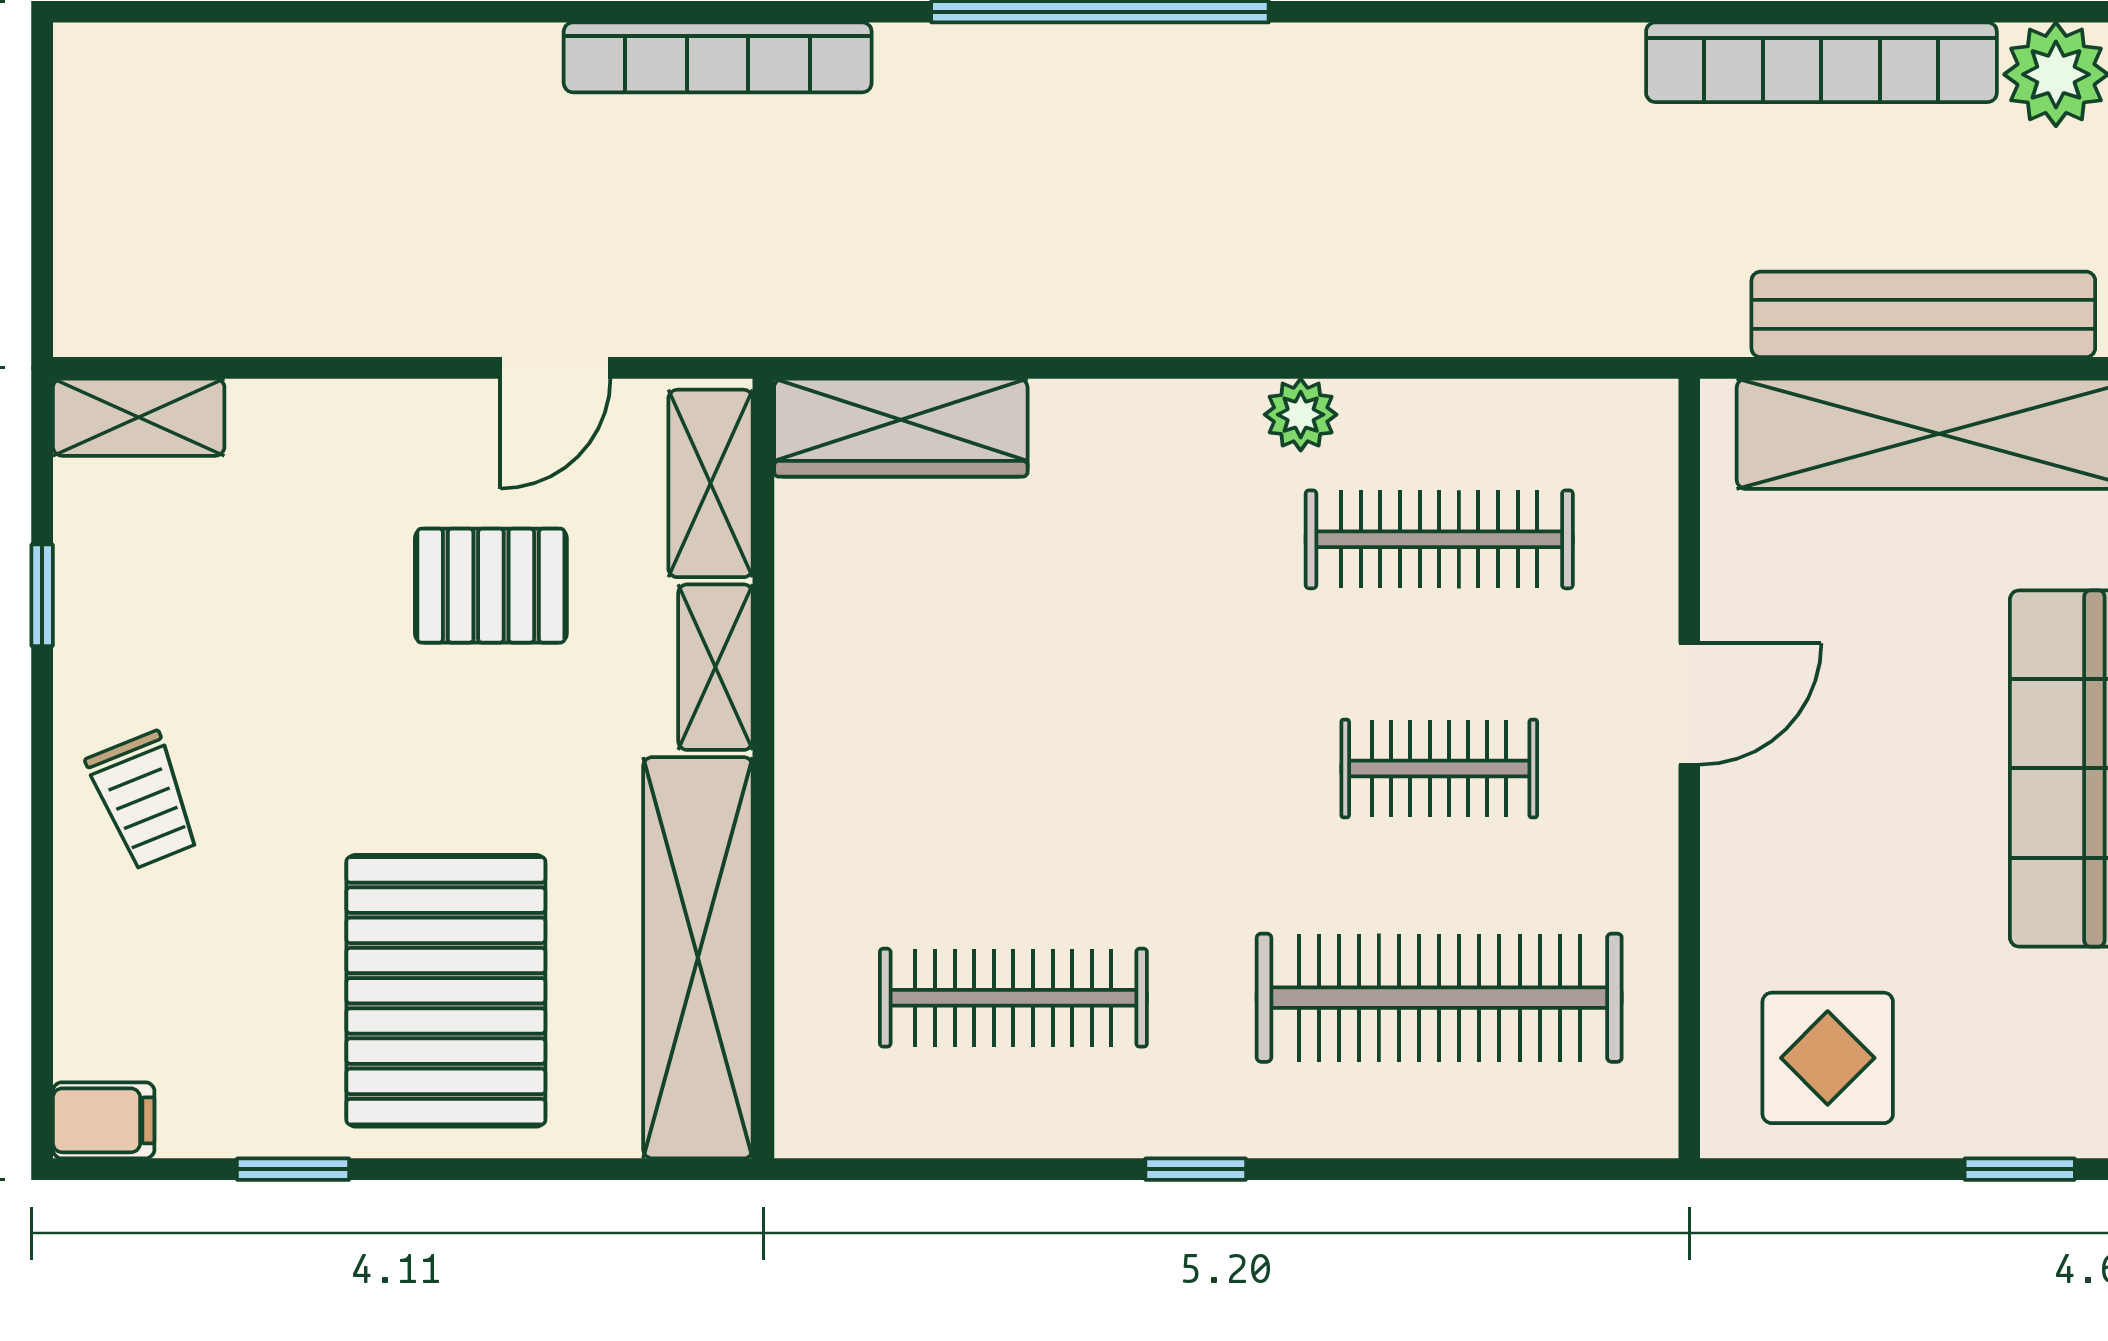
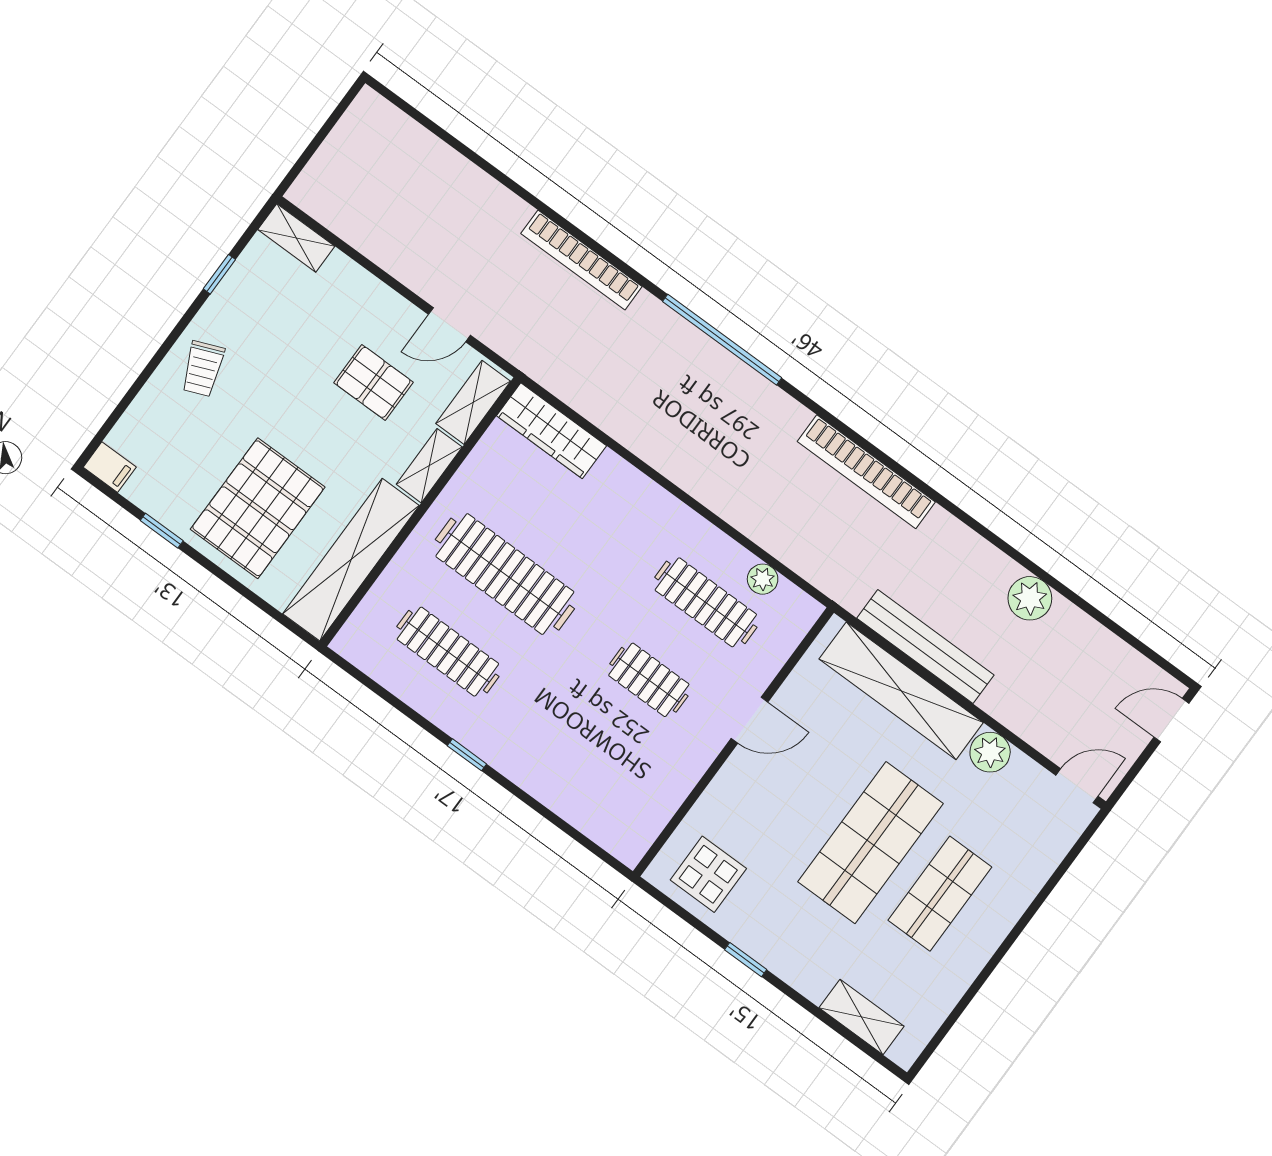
bookcase: (1821, 62) -> (866, 472), moved
plant: (1301, 415) -> (763, 579), moved
clothes rail: (1439, 998) -> (505, 574), moved

